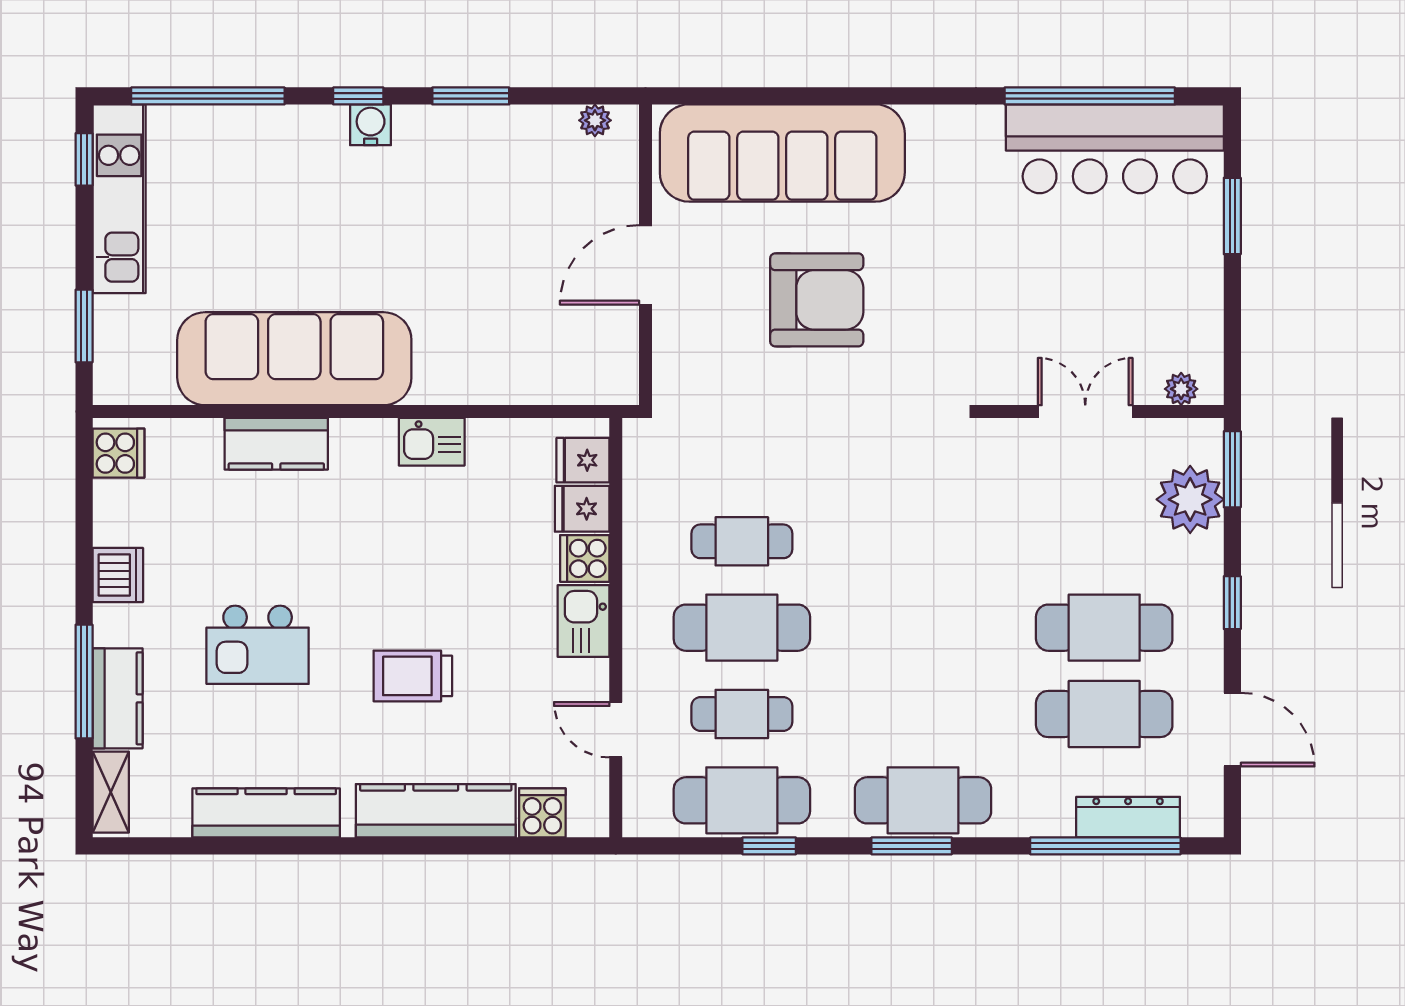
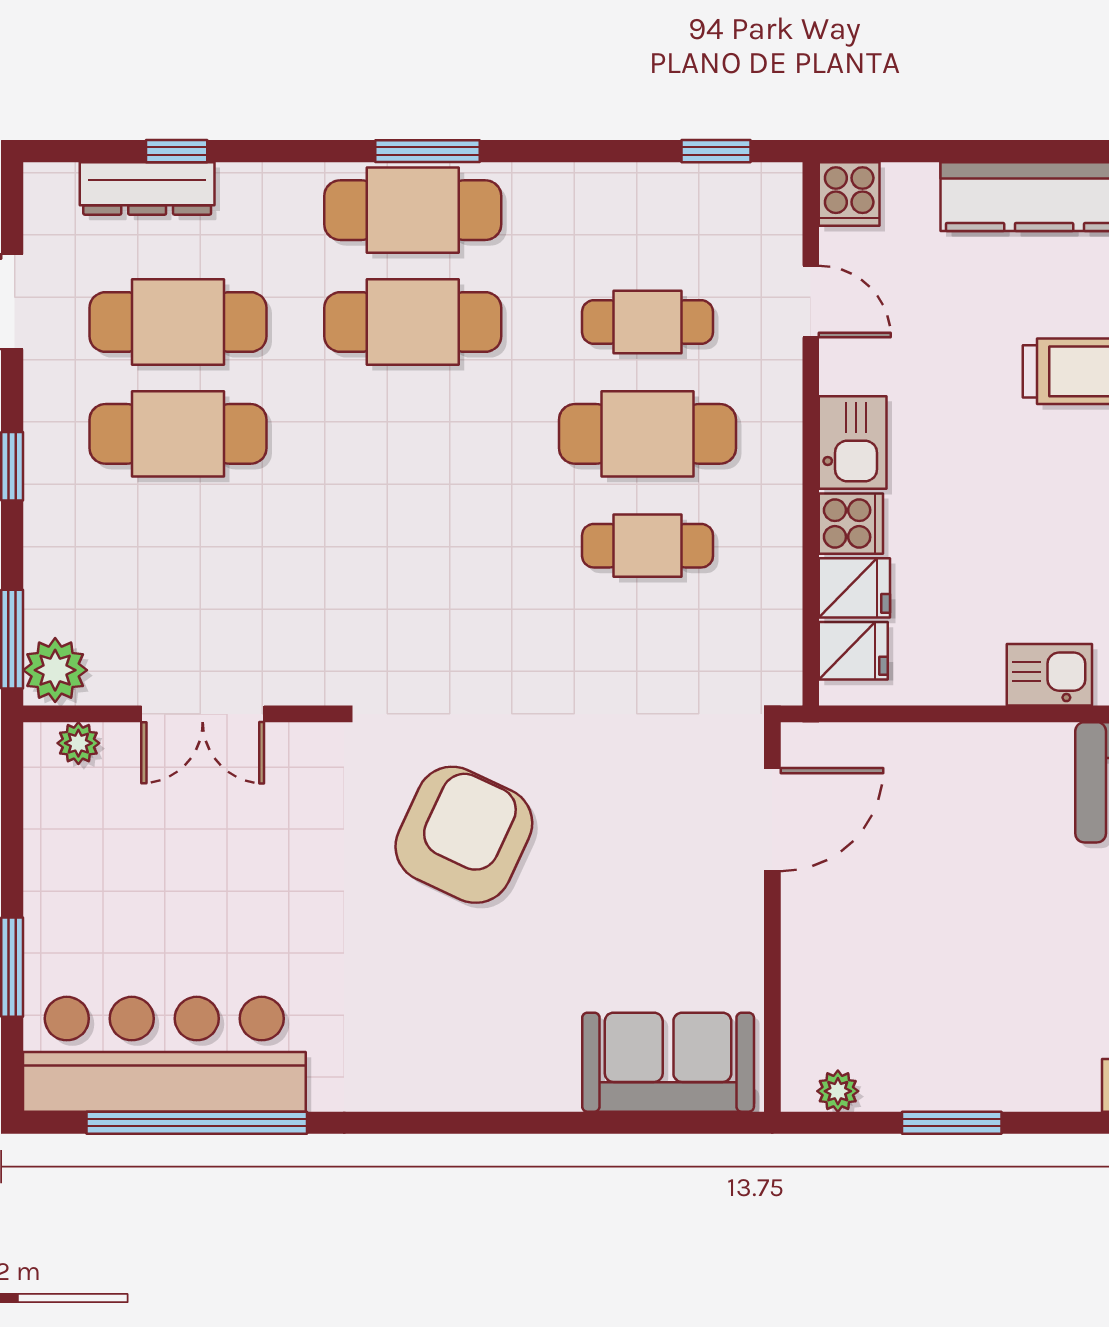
window: (471, 96) -> (952, 1123), moved
sofa: (782, 153) -> (668, 1062), width x0.54, depth x0.79
door: (645, 265) -> (772, 820), moved
armchair: (817, 300) -> (464, 835), moved, turned 115
plant: (1190, 499) -> (55, 670), moved, width x0.73, depth x0.73
cafe table: (742, 800) -> (413, 322), moved
cooker: (542, 813) -> (849, 194), moved
window: (769, 846) -> (716, 151), moved
window: (1105, 846) -> (177, 151), width x0.32

